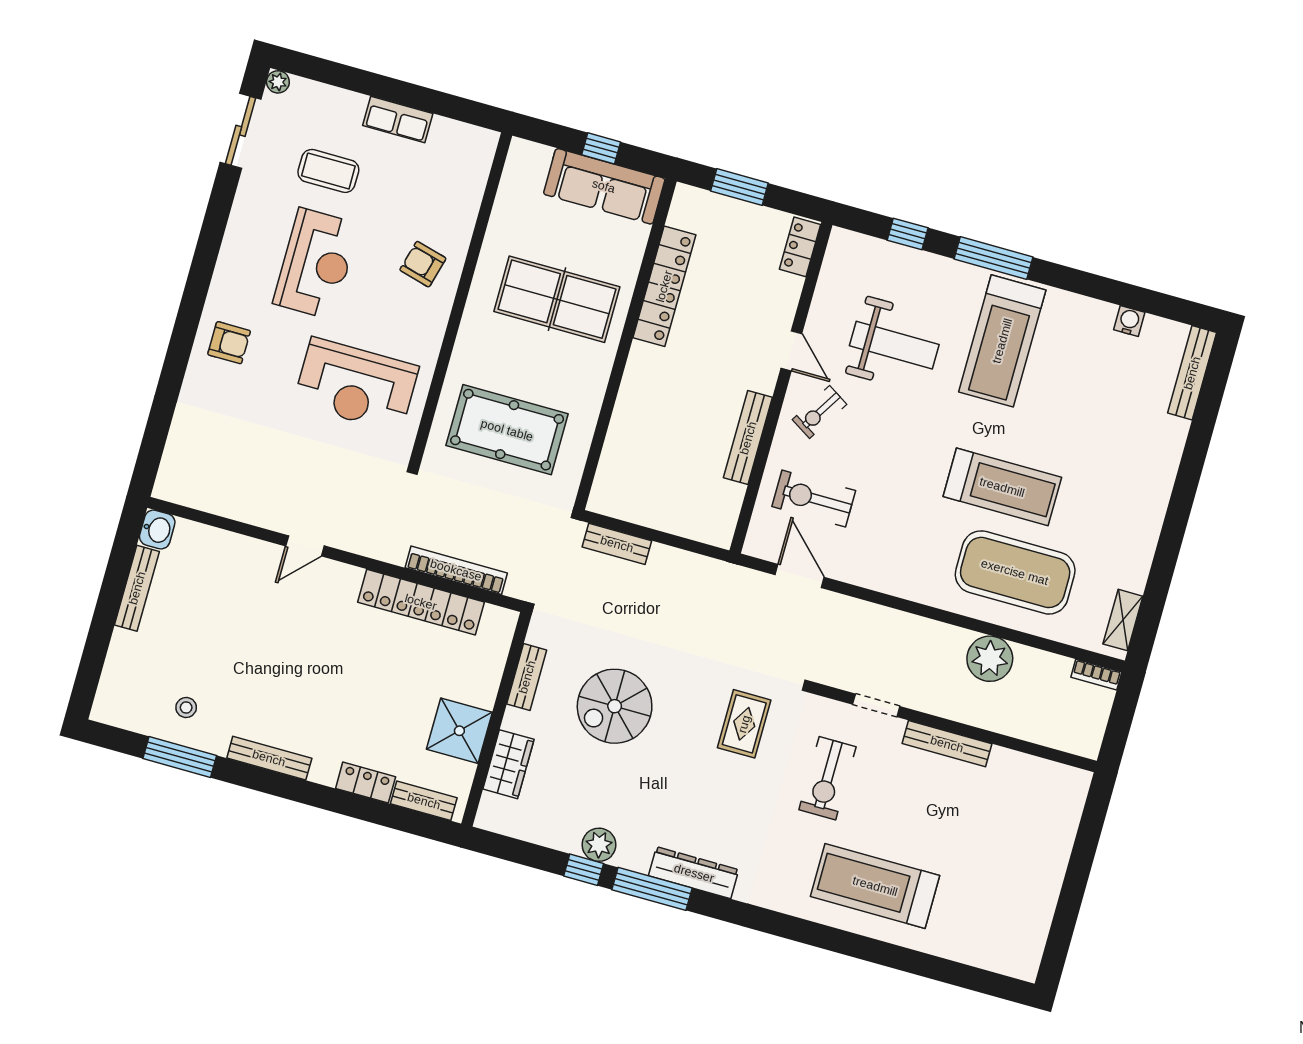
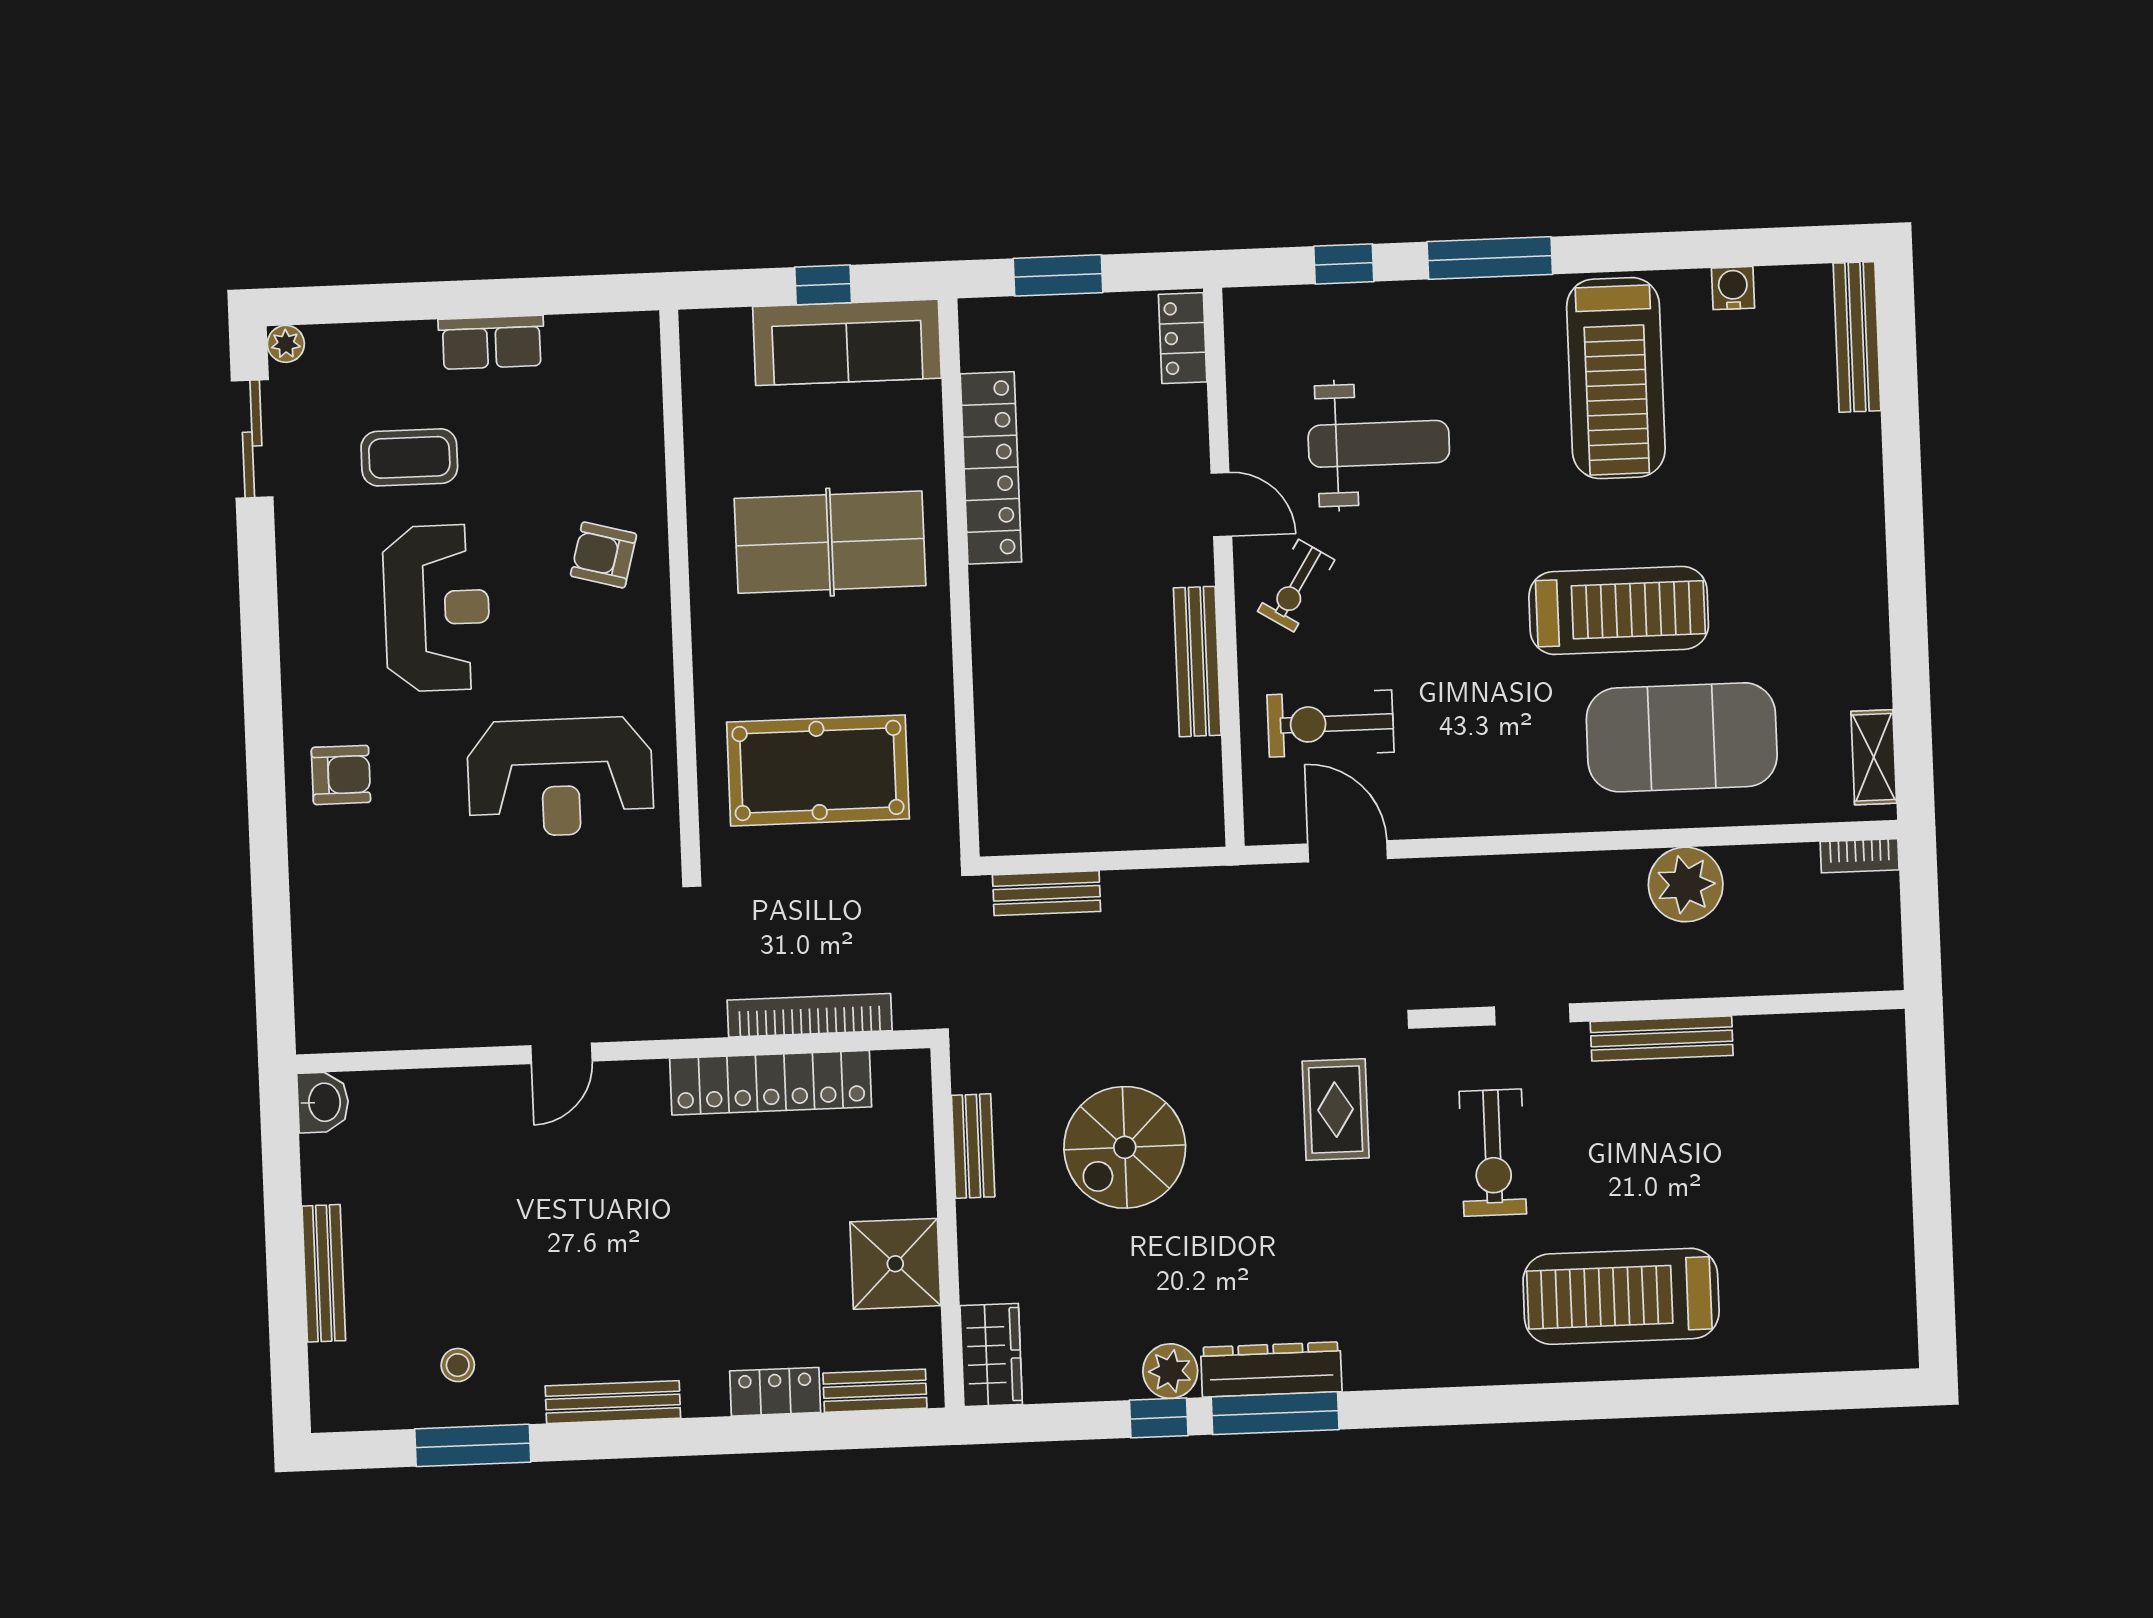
treadmill: (1002, 341) -> (1616, 378), moved
bench: (137, 588) -> (324, 1273), moved
wardrobe: (508, 764) -> (991, 1355), moved
dresser: (694, 873) -> (1271, 1369), moved

